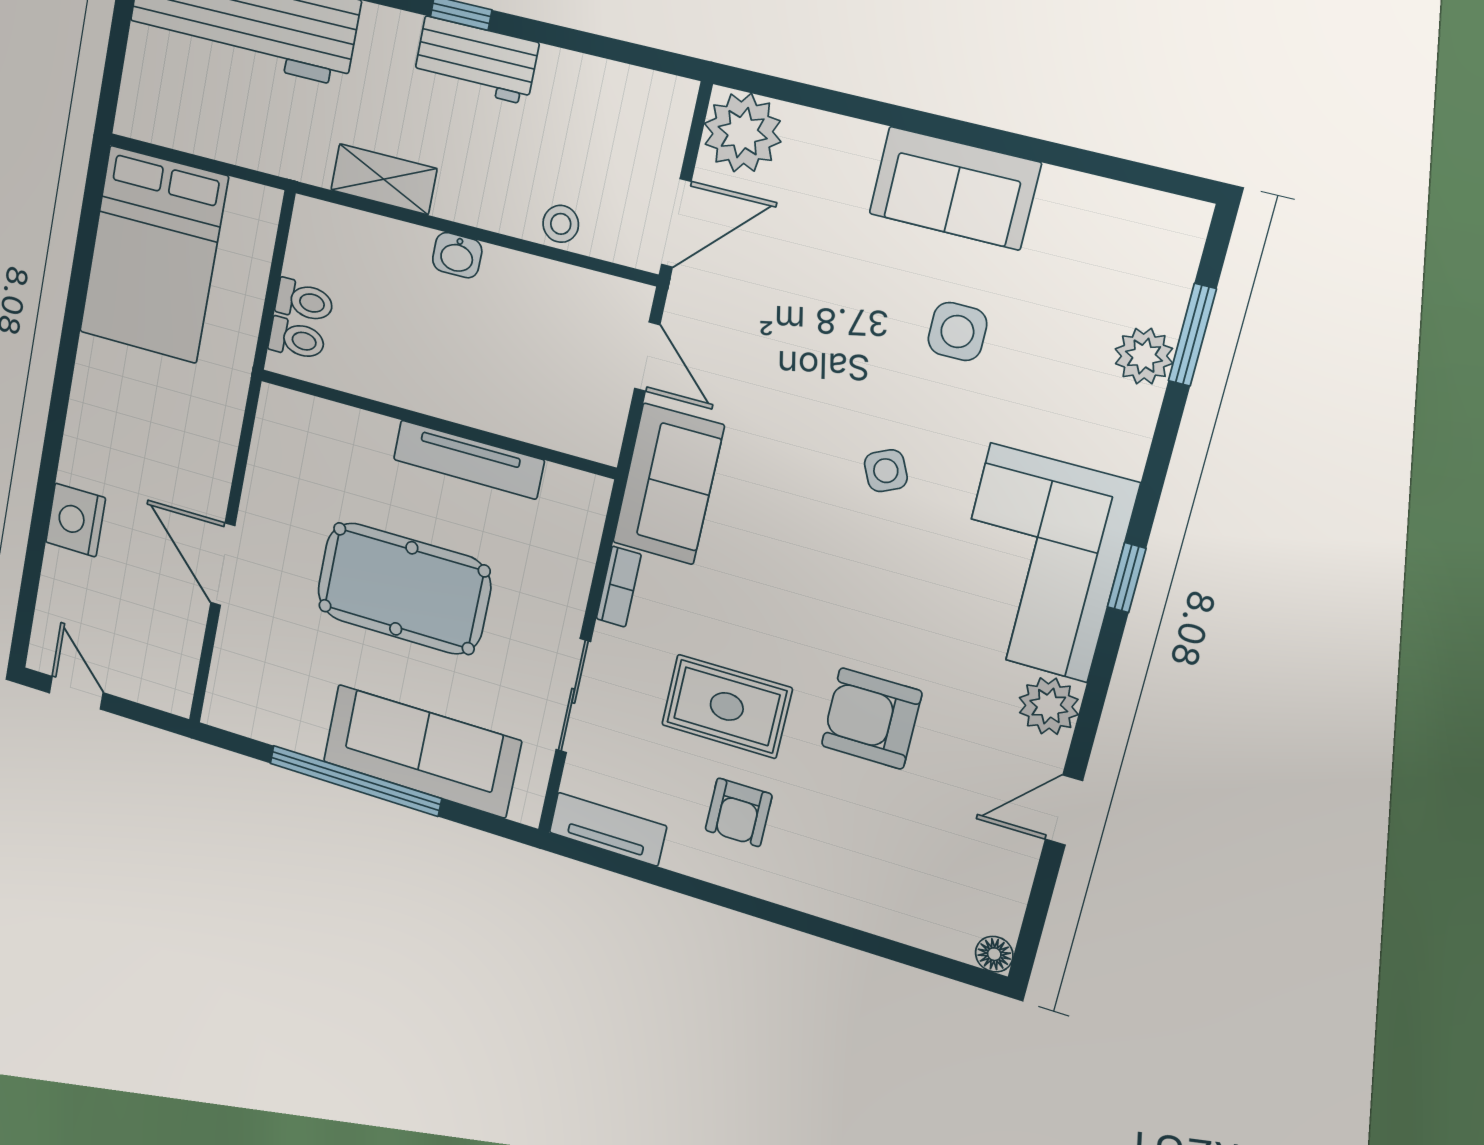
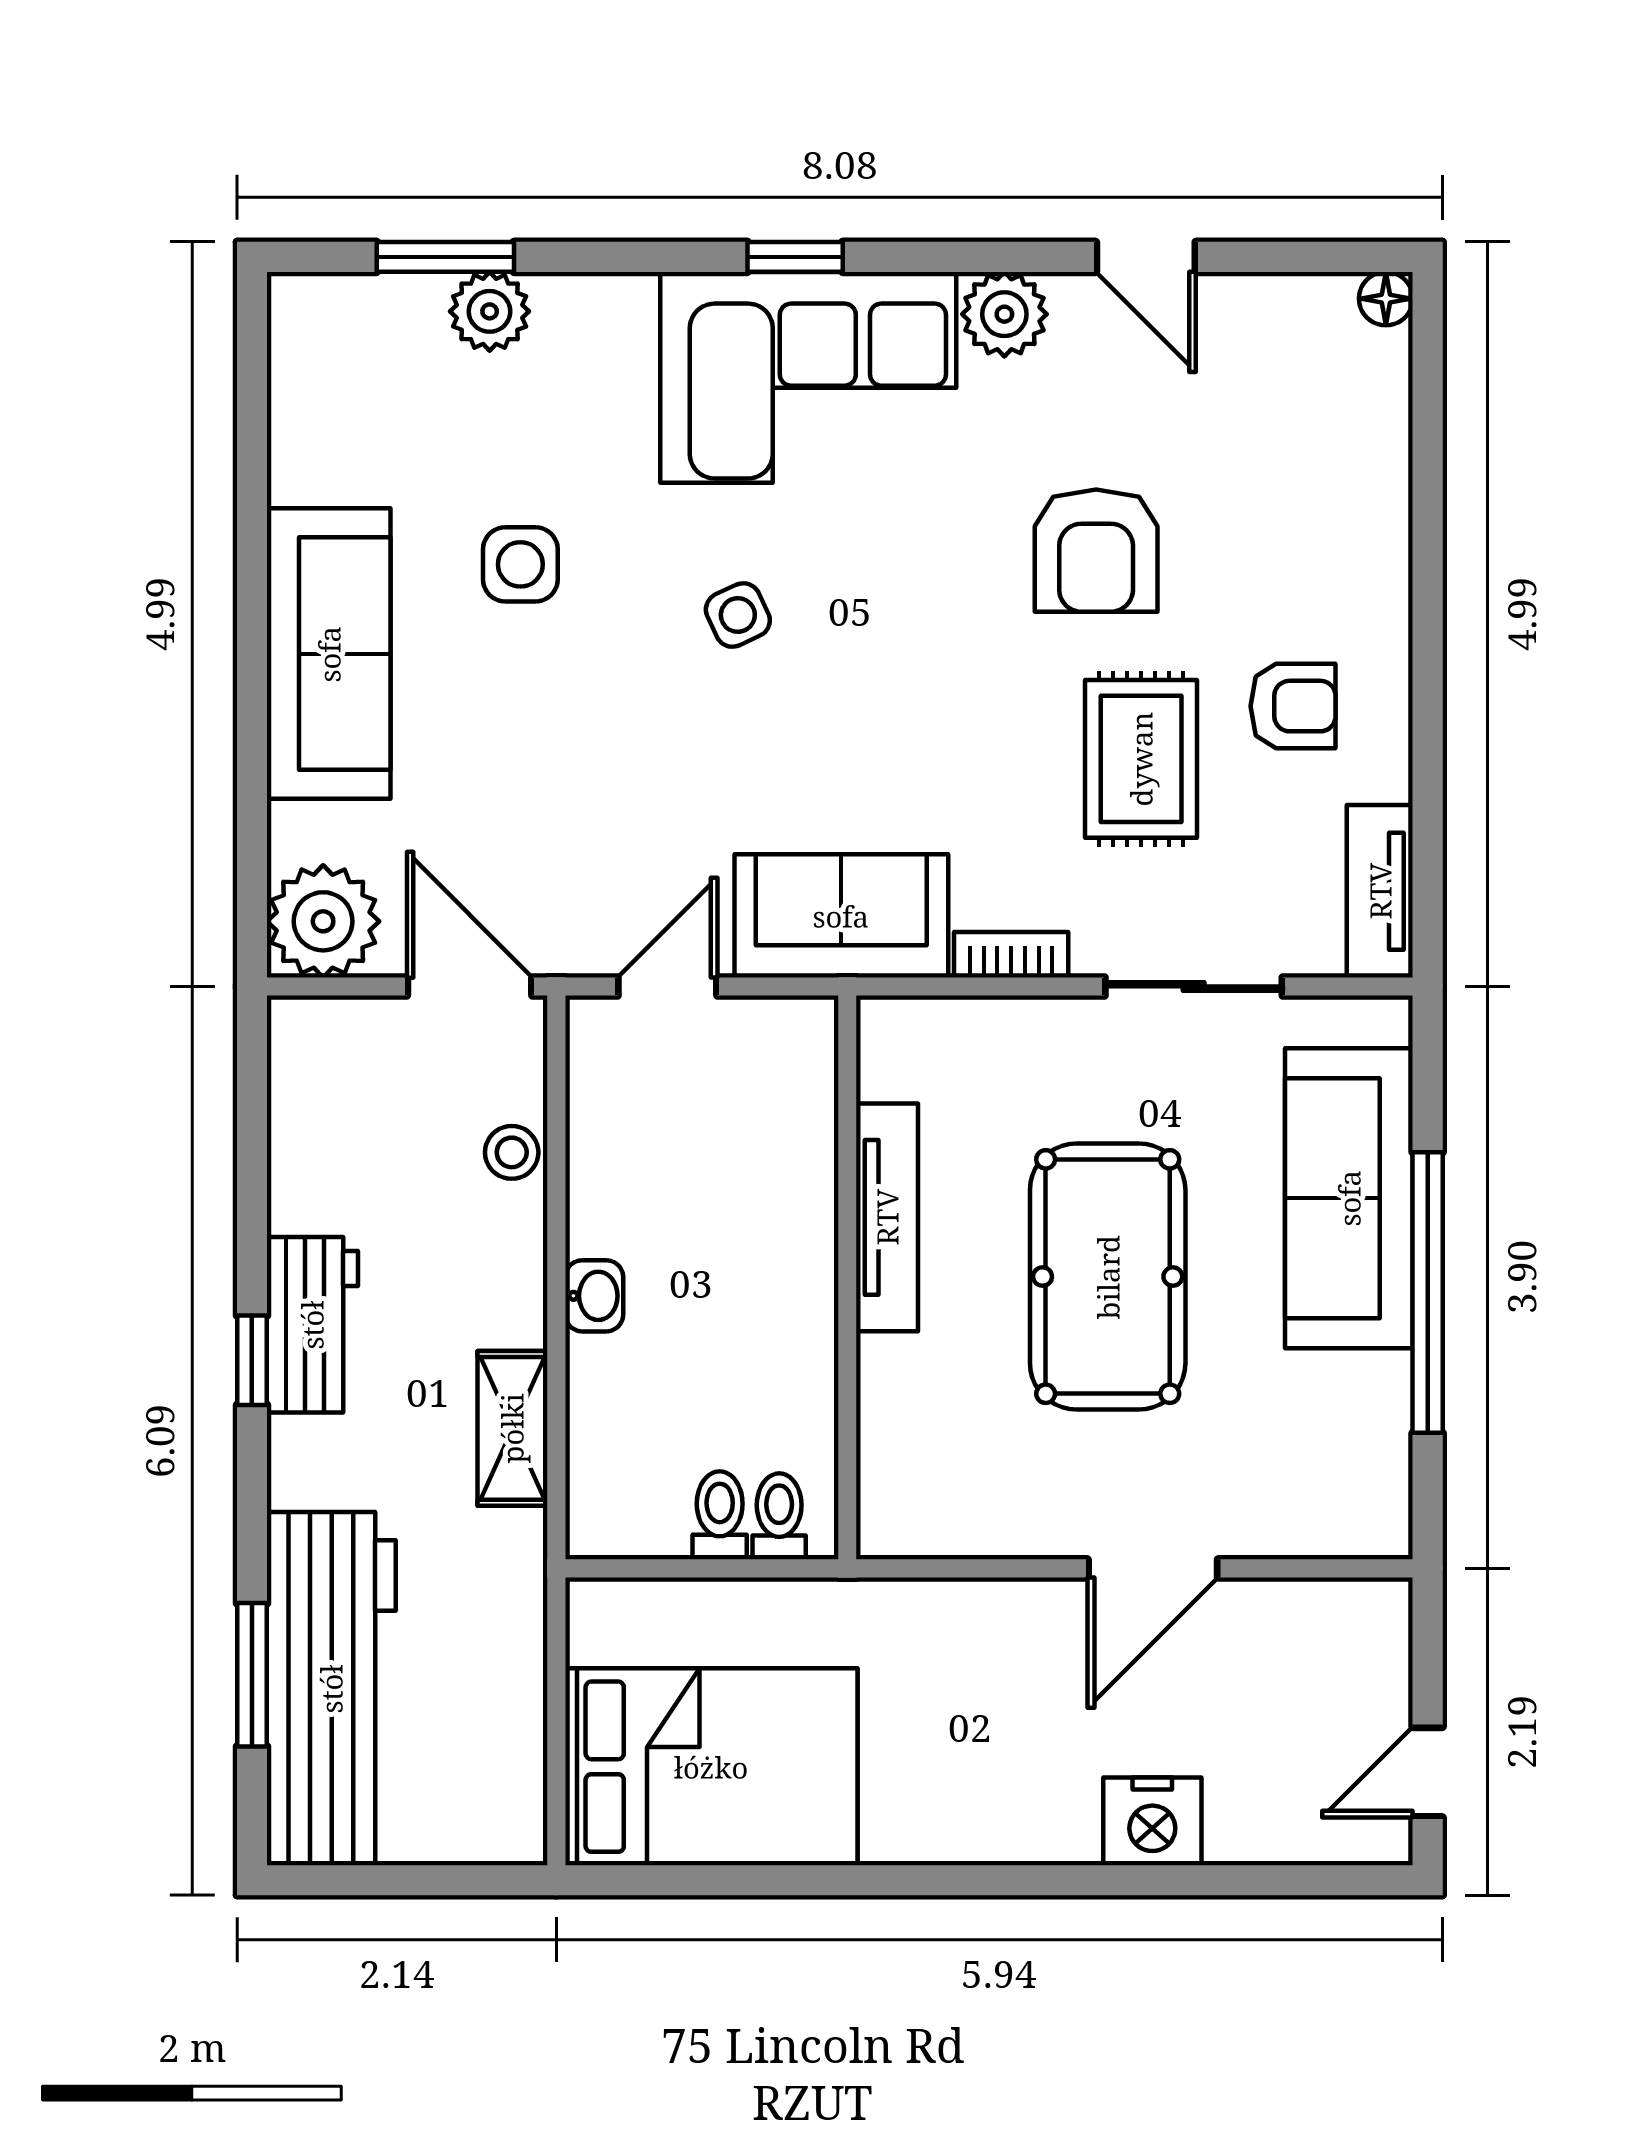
sofa: (955, 188) -> (329, 654), width x1.36

